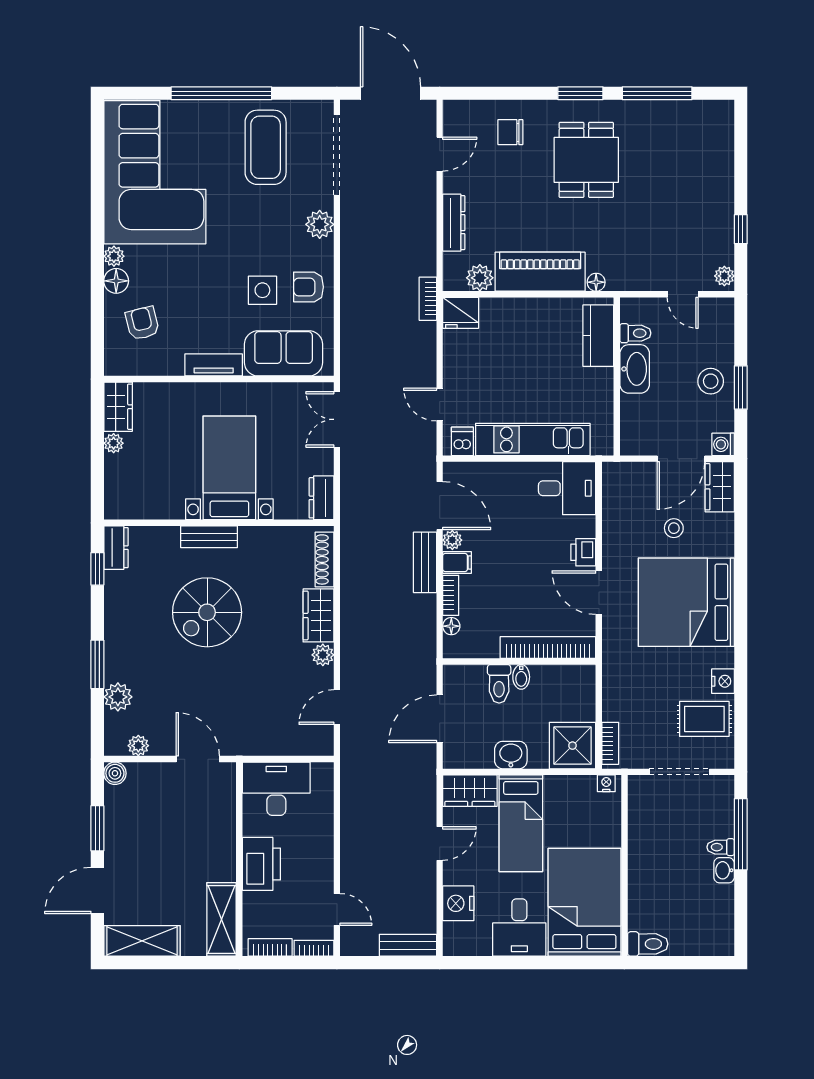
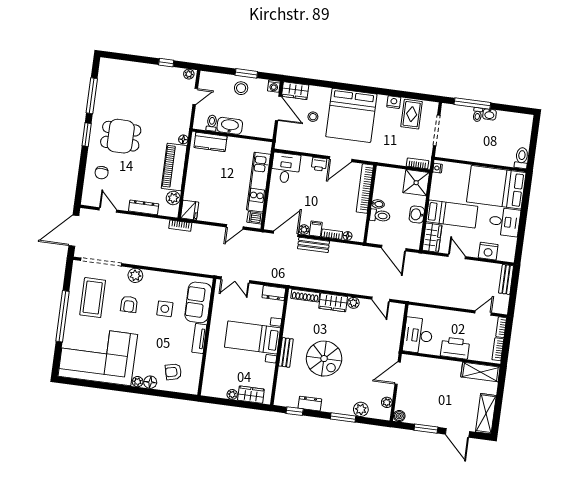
coffee table: (266, 147) -> (93, 298), turned 90
armchair: (308, 287) -> (129, 304), moved
wardrobe: (118, 407) -> (251, 395), moved
dresser: (116, 548) -> (310, 404), moved

